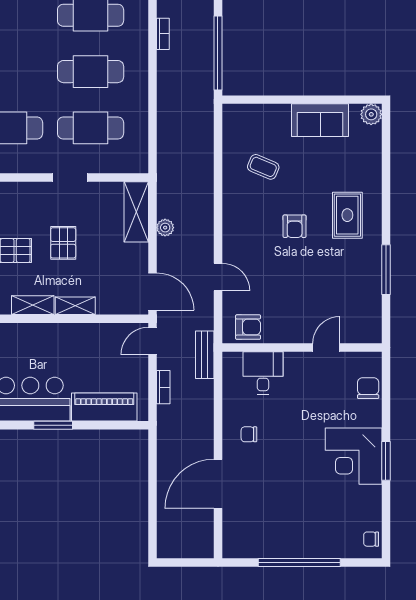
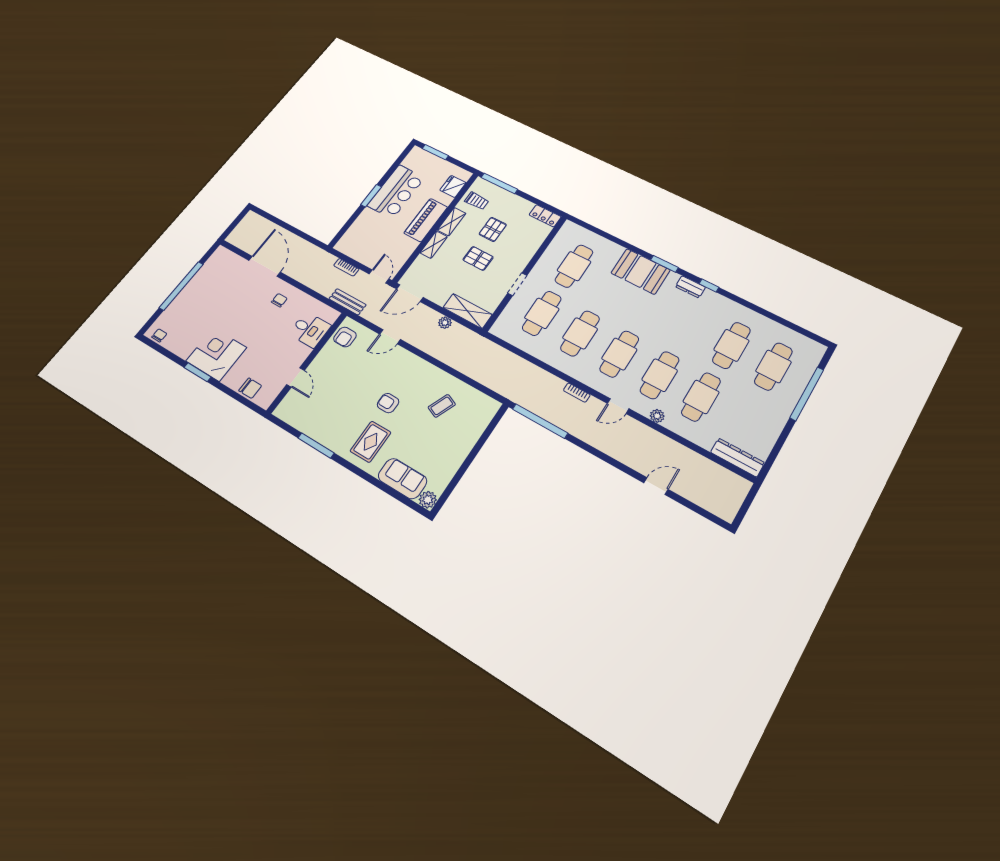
sofa: (320, 120) -> (402, 479), moved, turned 90
rug: (347, 215) -> (371, 442), turned 90
piano: (104, 407) -> (426, 220), moved, turned 180

